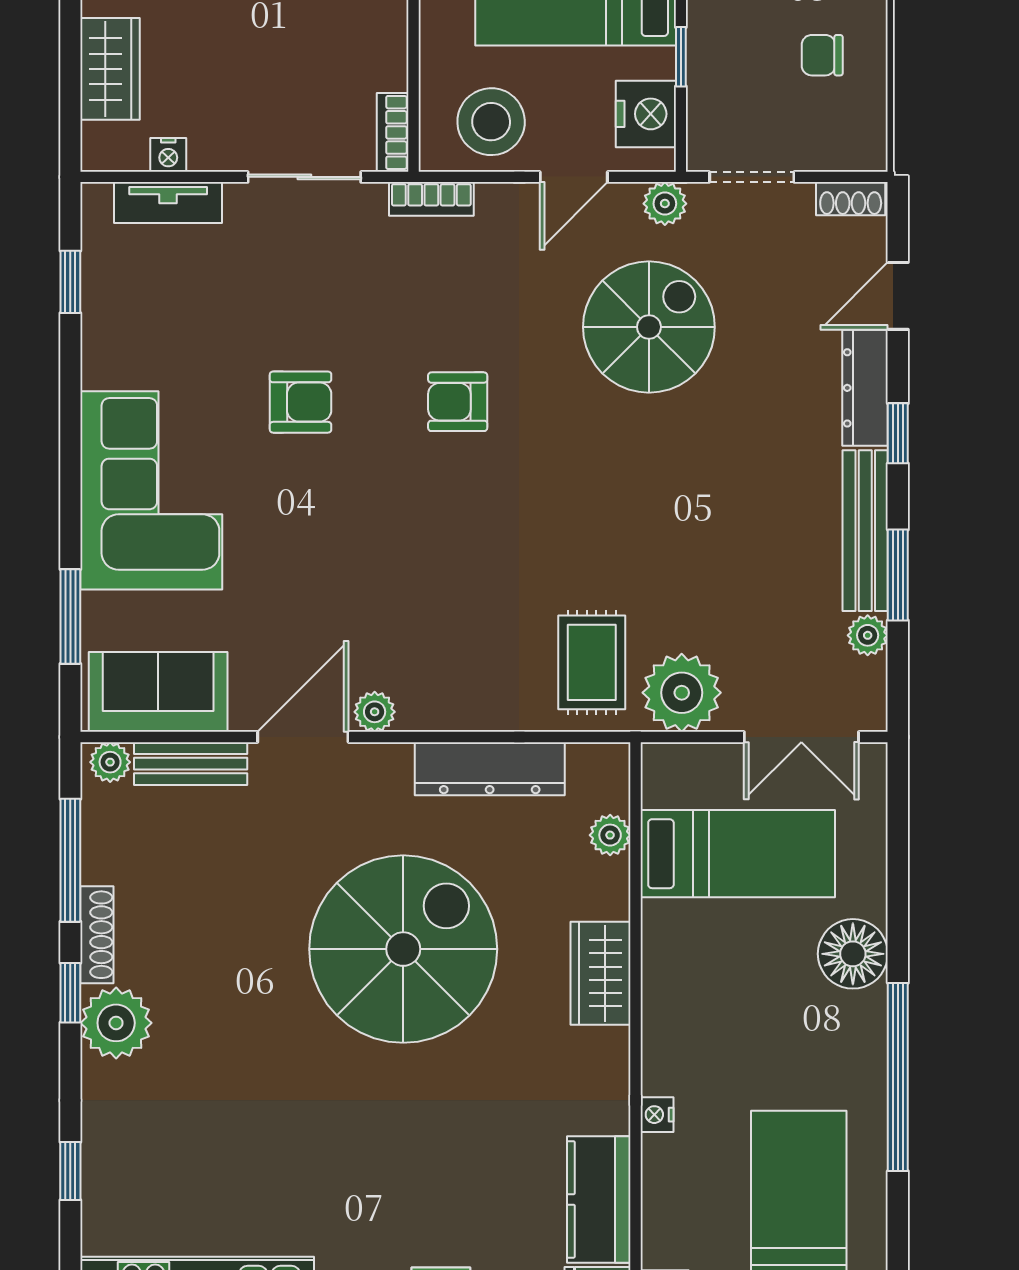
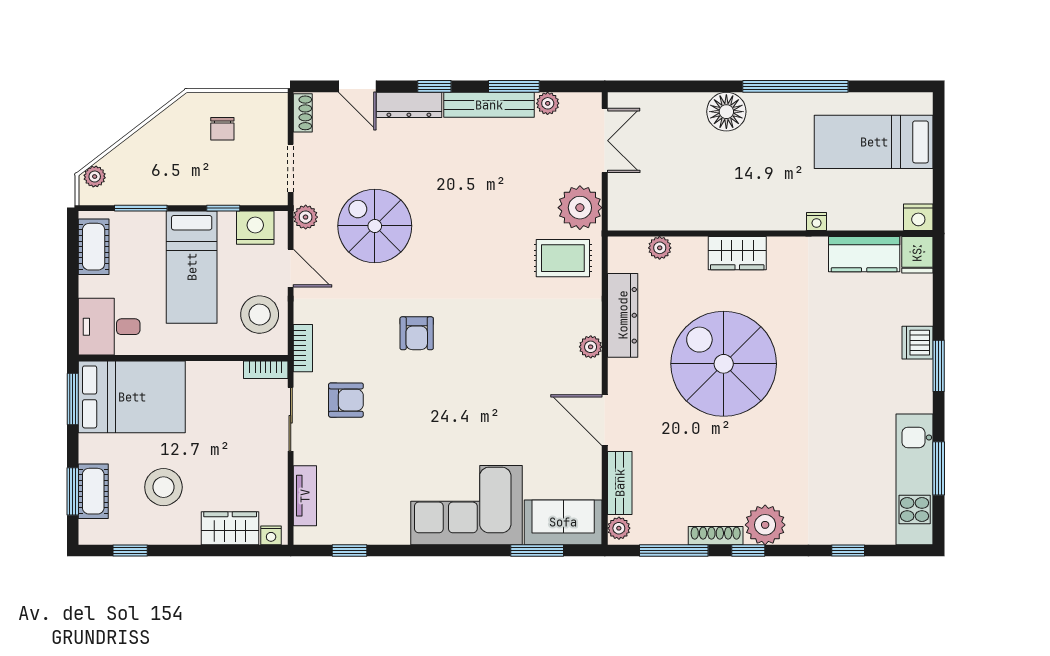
nightstand: (168, 155) -> (271, 535), moved, turned 90
armchair: (301, 402) -> (346, 400), moved, turned 90
sofa: (158, 692) -> (563, 522), moved, turned 90
plant: (375, 712) -> (591, 347), moved
bed: (738, 854) -> (670, 176), removed

